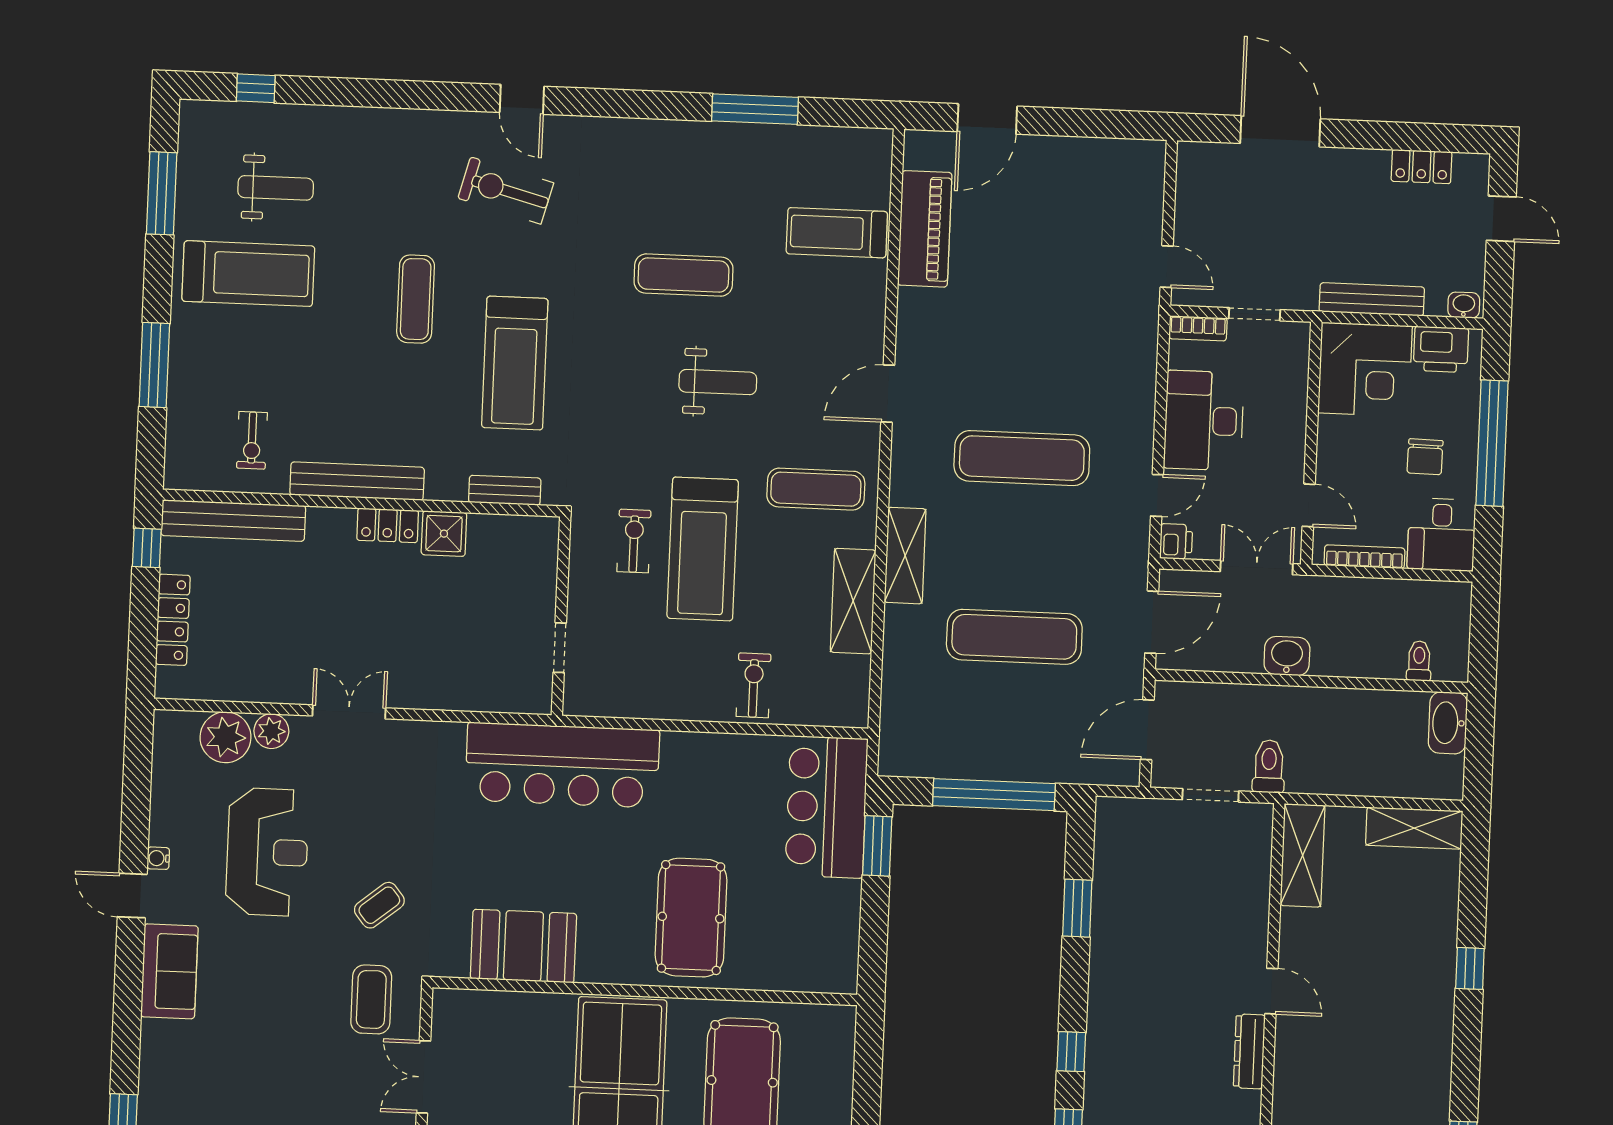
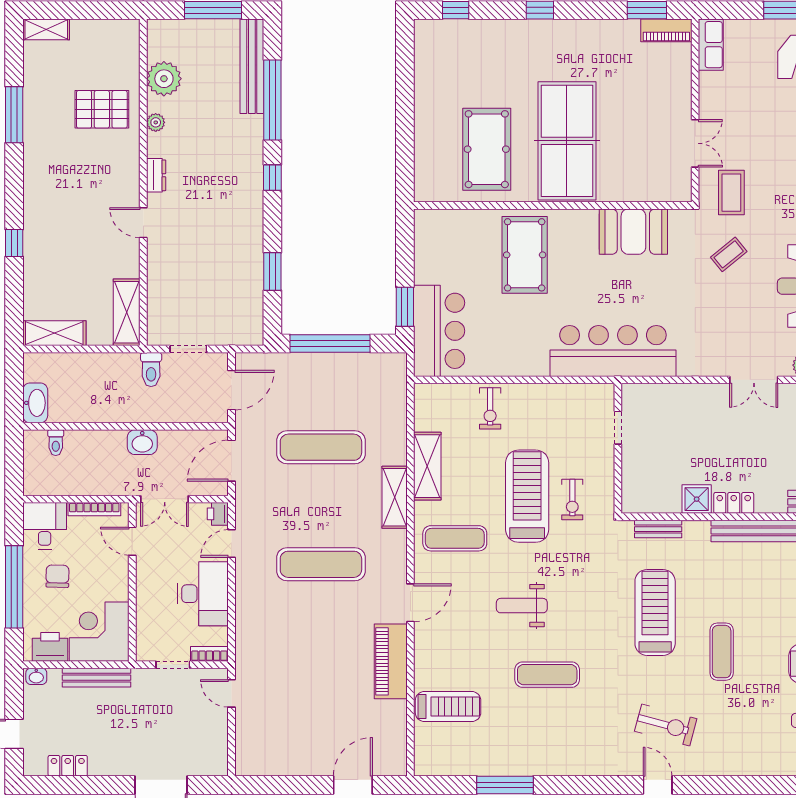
piano: (925, 229) -> (391, 661), moved
dresser: (1249, 1051) -> (156, 175), width x0.70

